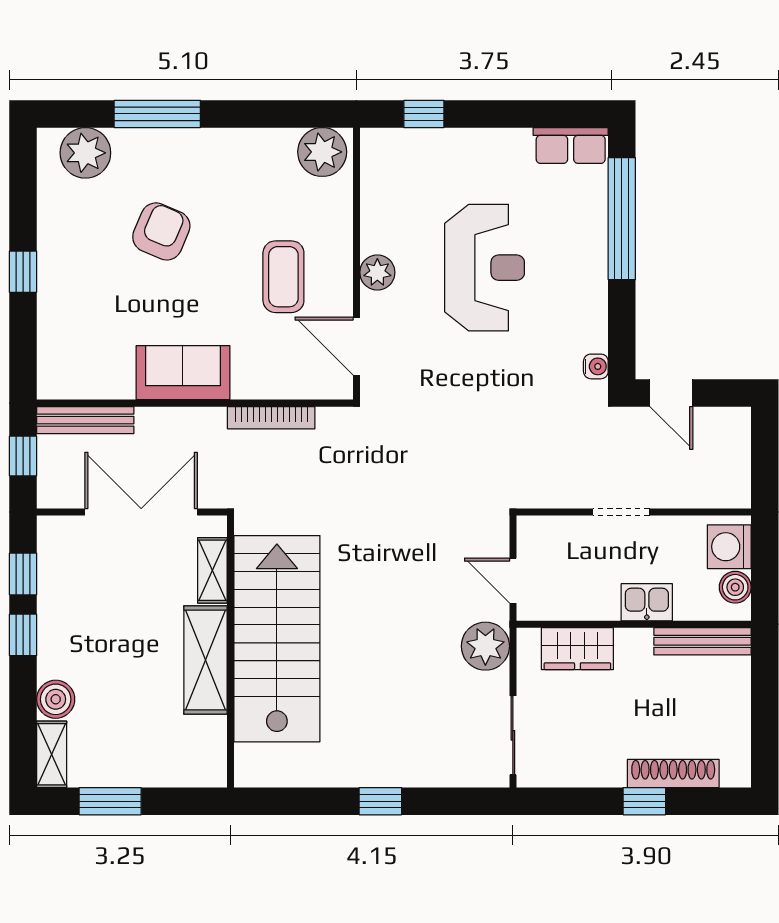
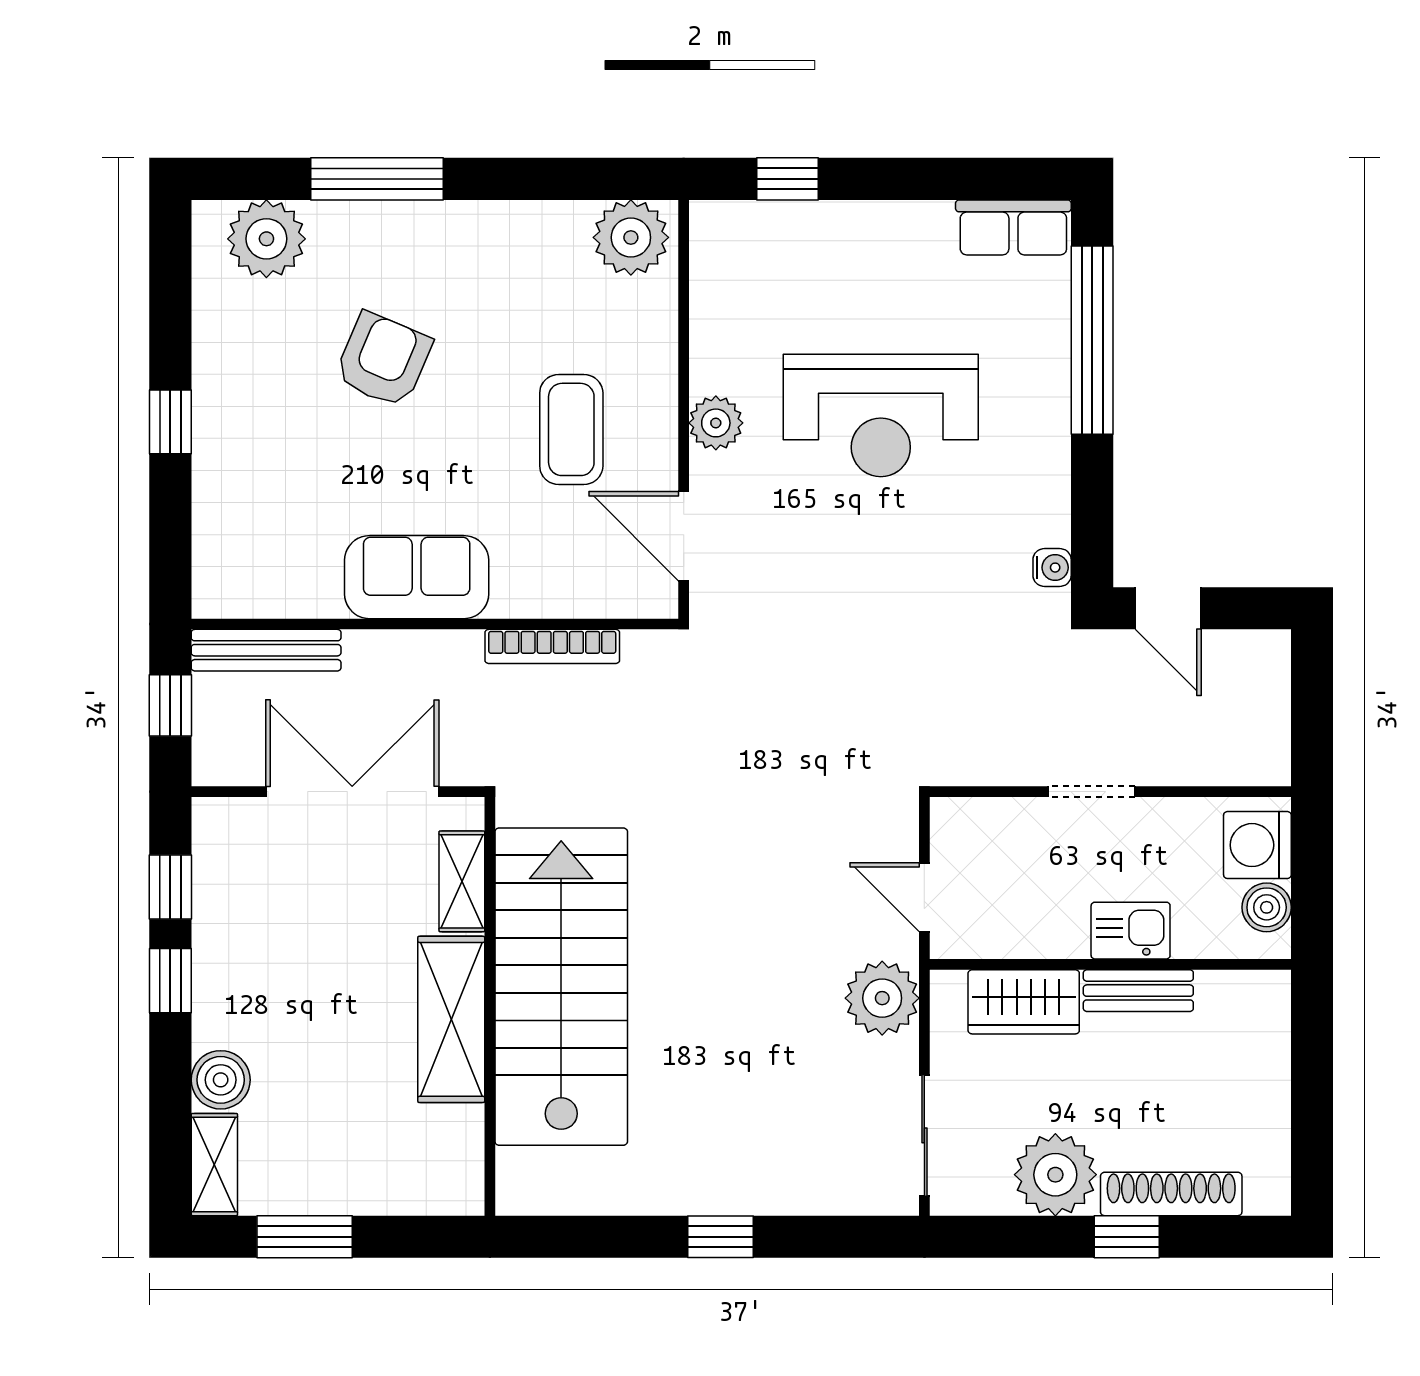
reception desk: (485, 268) -> (881, 415), turned 90
bench: (702, 641) -> (1138, 991), moved, width x0.73
plant: (598, 761) -> (1055, 1175), added

